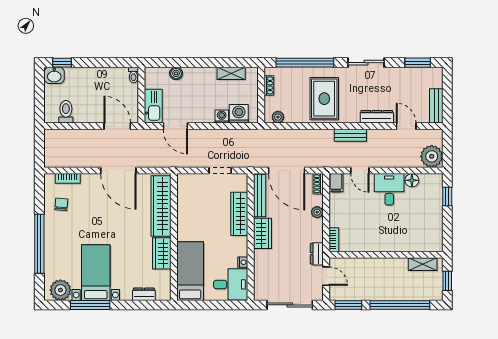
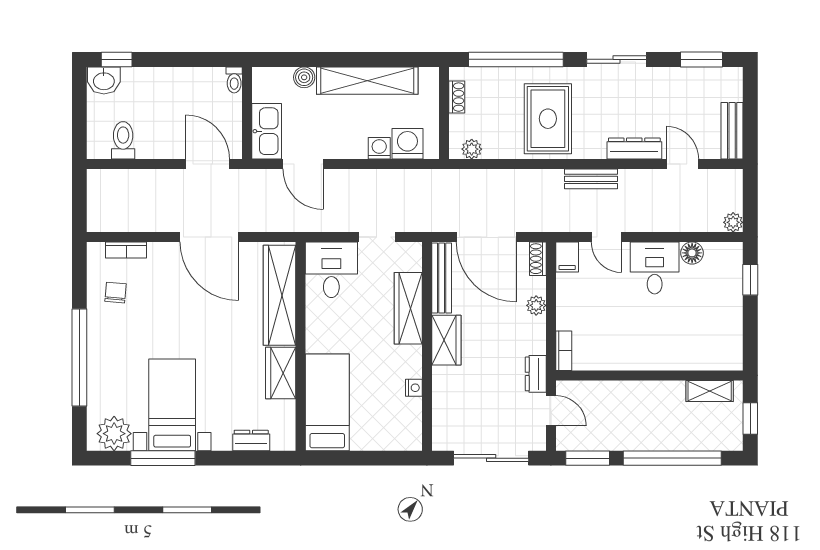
shelving: (231, 73) -> (367, 81), width x2.20, depth x1.33
plant: (432, 156) -> (733, 222), width x0.53, depth x0.53
desk: (231, 284) -> (331, 270), moved, turned -90

